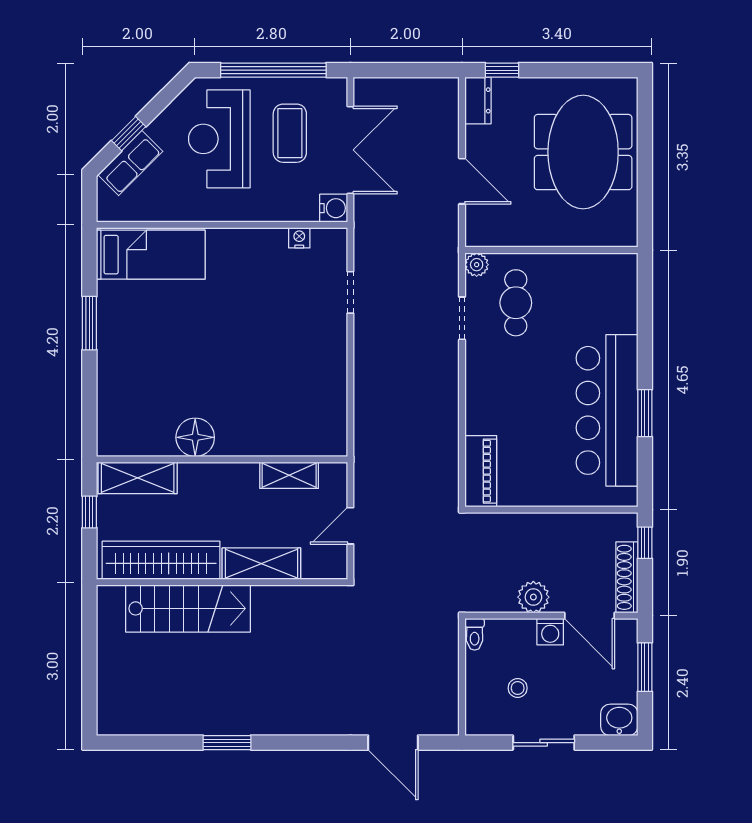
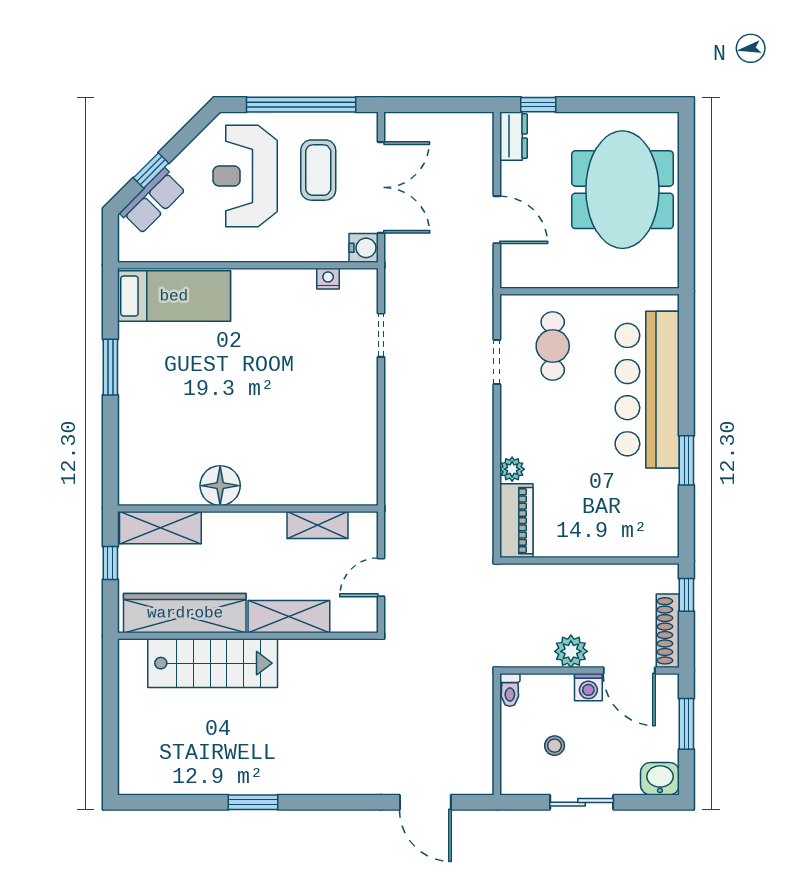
plant: (477, 265) -> (512, 469), moved
bar counter: (607, 410) -> (647, 390), moved

